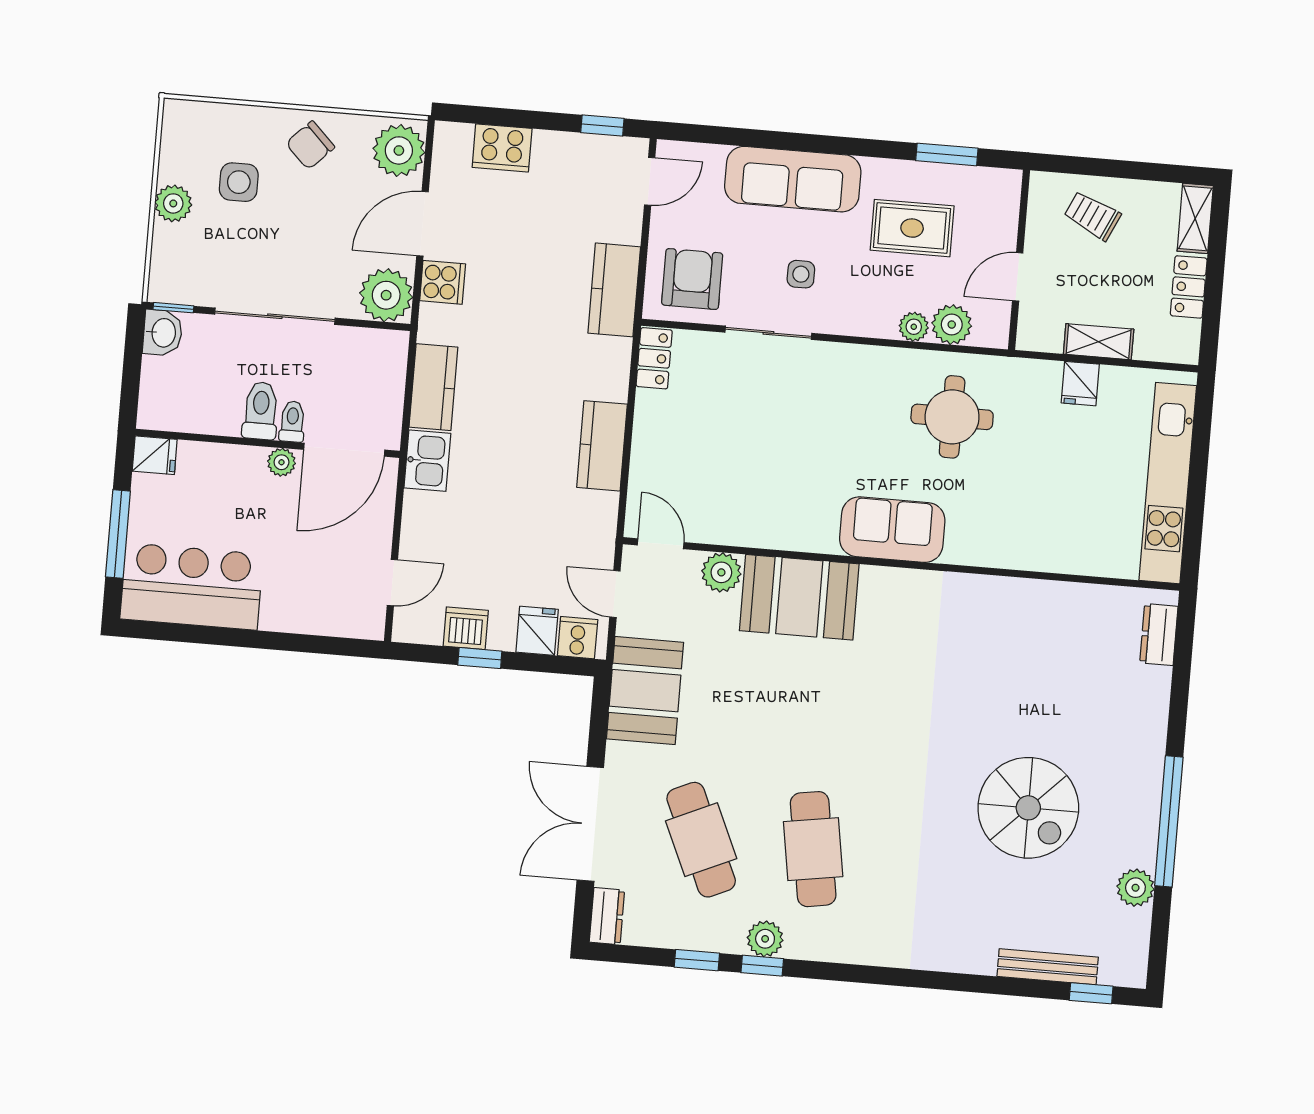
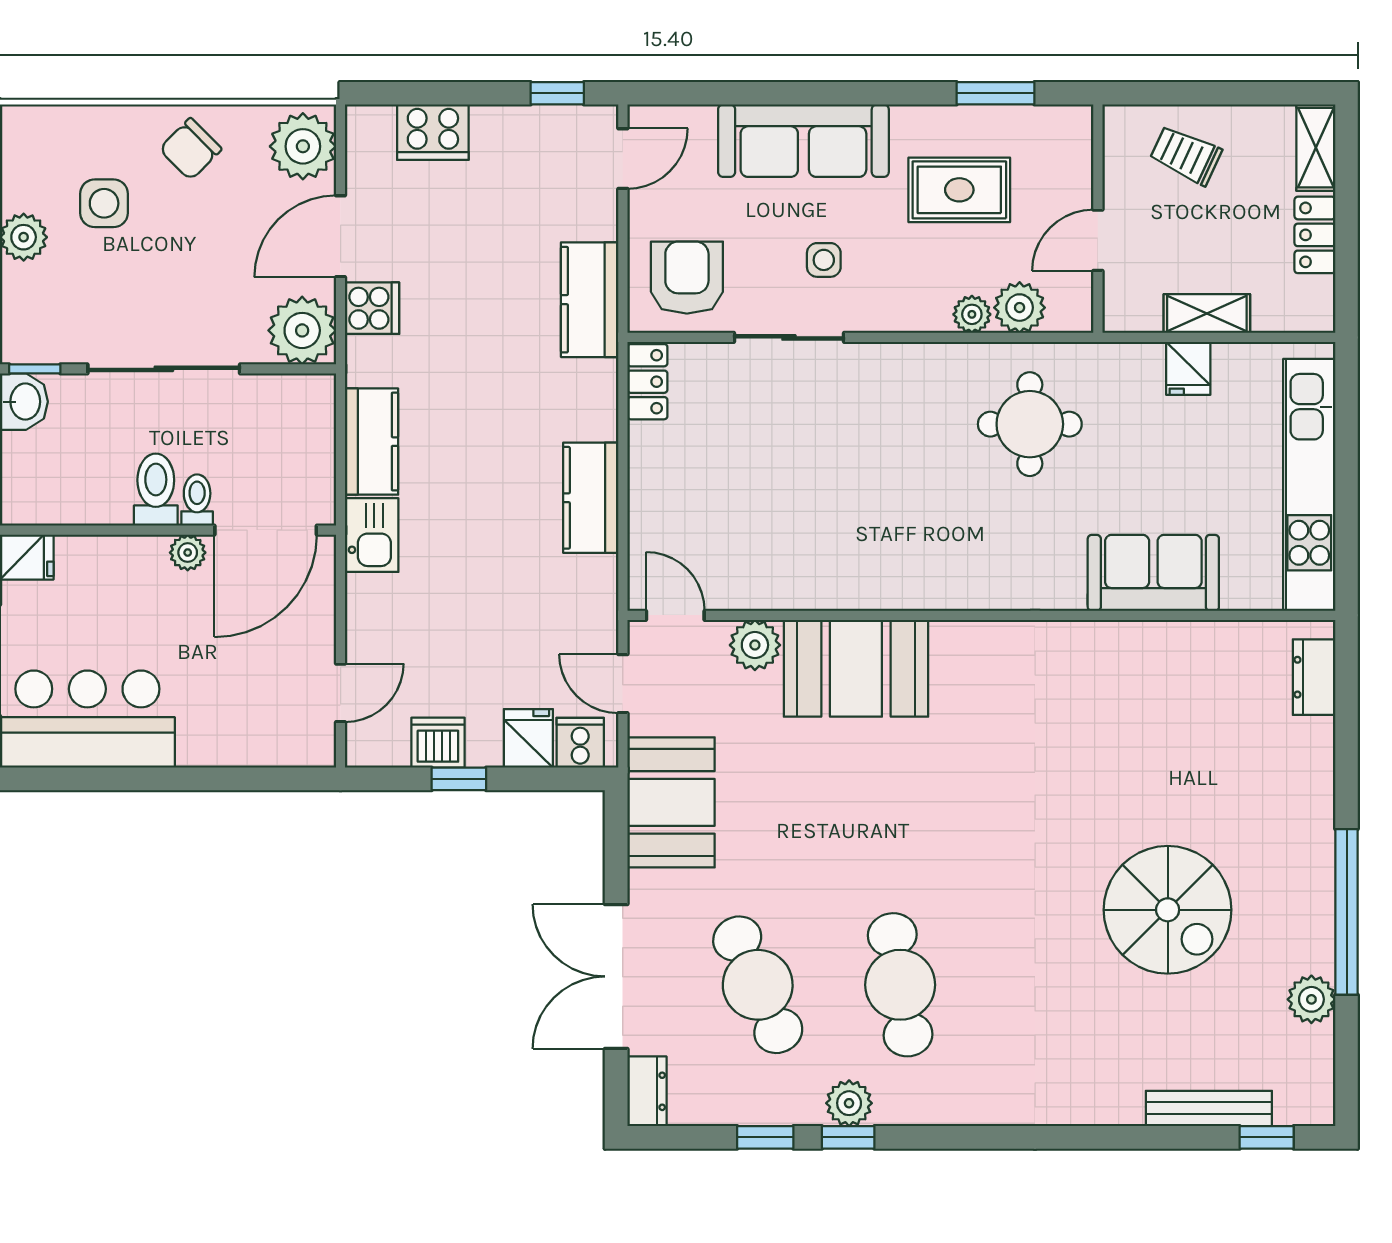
sofa: (892, 530) -> (1153, 573), moved

